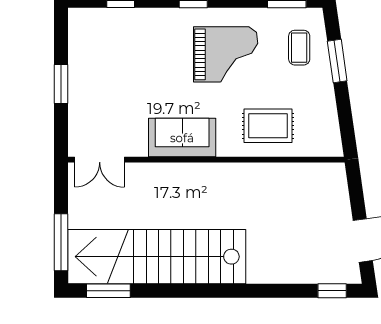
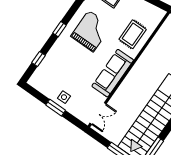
side table: (87, 86) -> (64, 97), added
sofa: (182, 138) -> (113, 73), width x1.36

